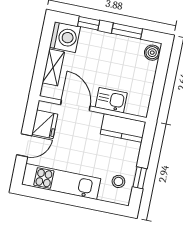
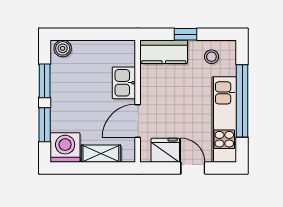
window: (89, 23) -> (45, 125), width x1.50
kitchen counter: (123, 128) -> (164, 52), moved, turned 90
window: (140, 178) -> (185, 34), moved
window: (74, 200) -> (242, 101), added

